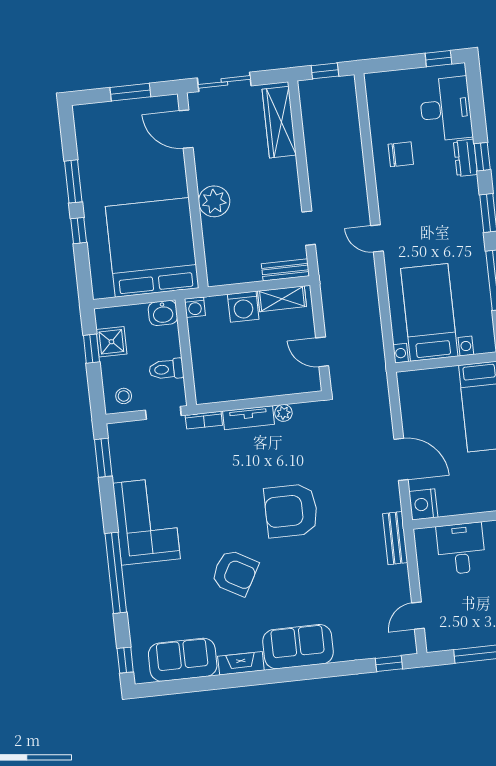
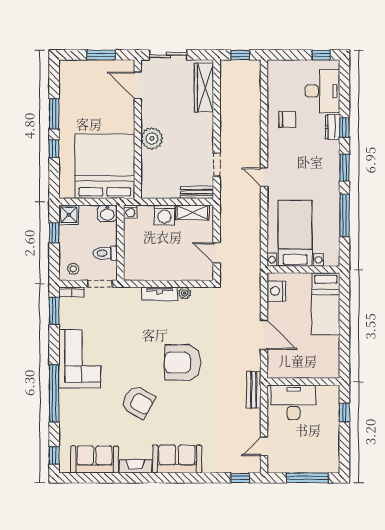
shower: (111, 342) -> (69, 215), moved
bookcase: (204, 420) -> (72, 292), moved
nightstand: (423, 504) -> (276, 291), moved
desk: (461, 548) -> (293, 402), width x1.37

